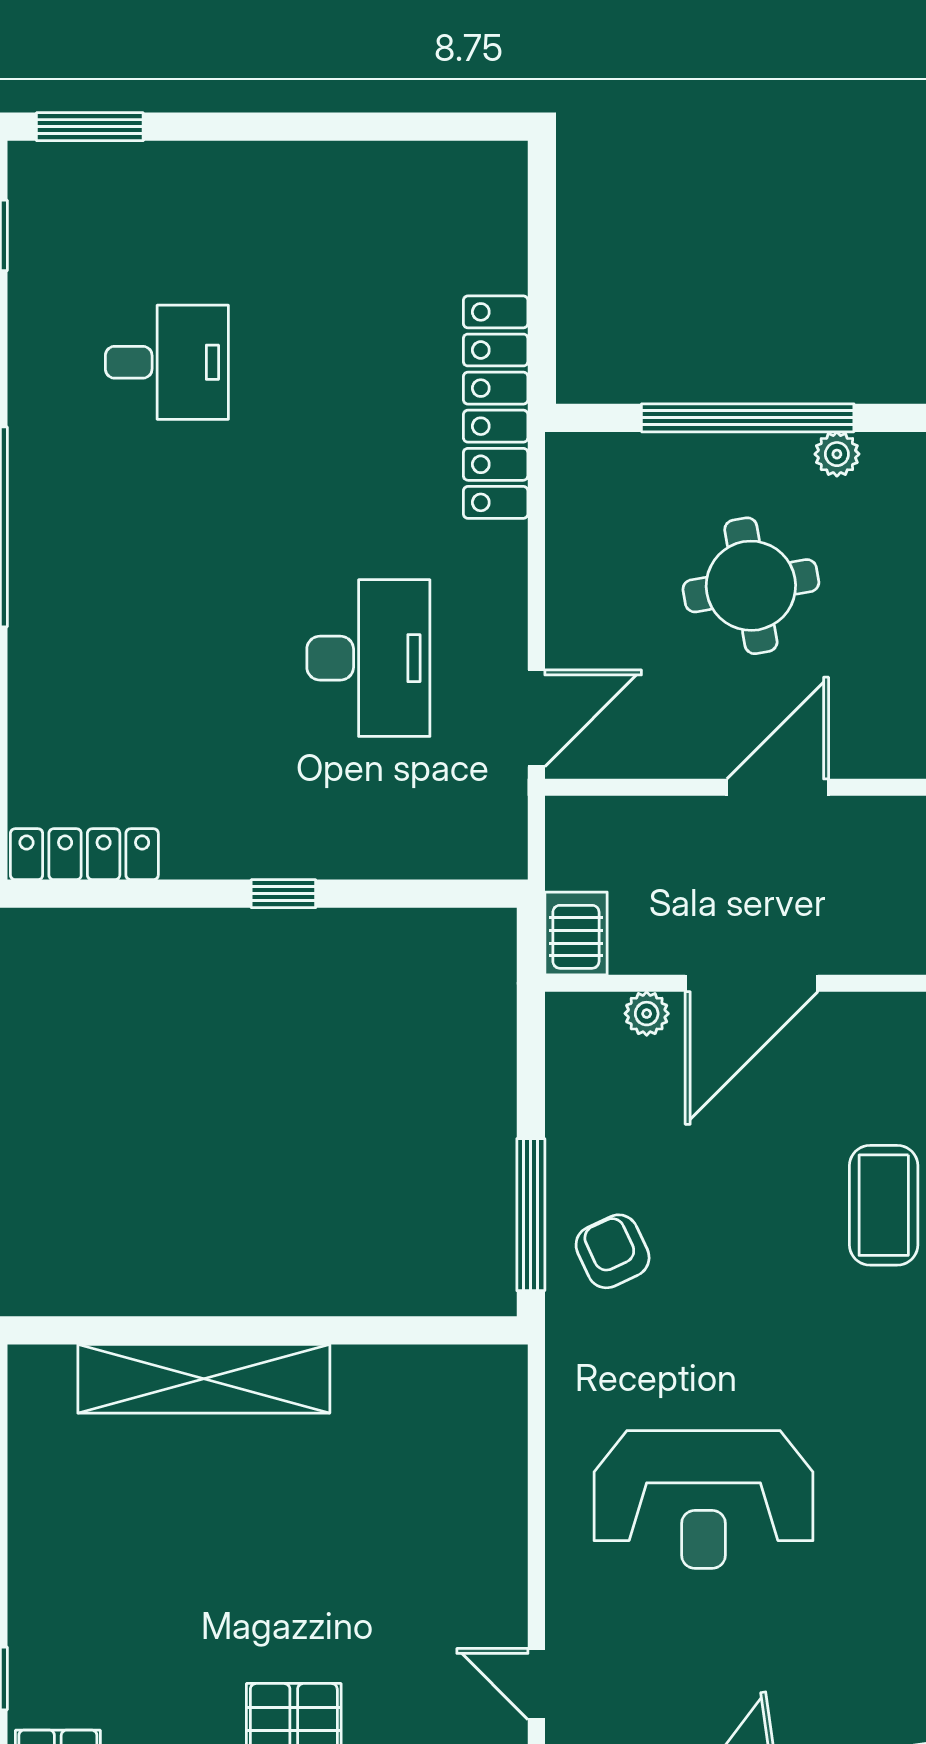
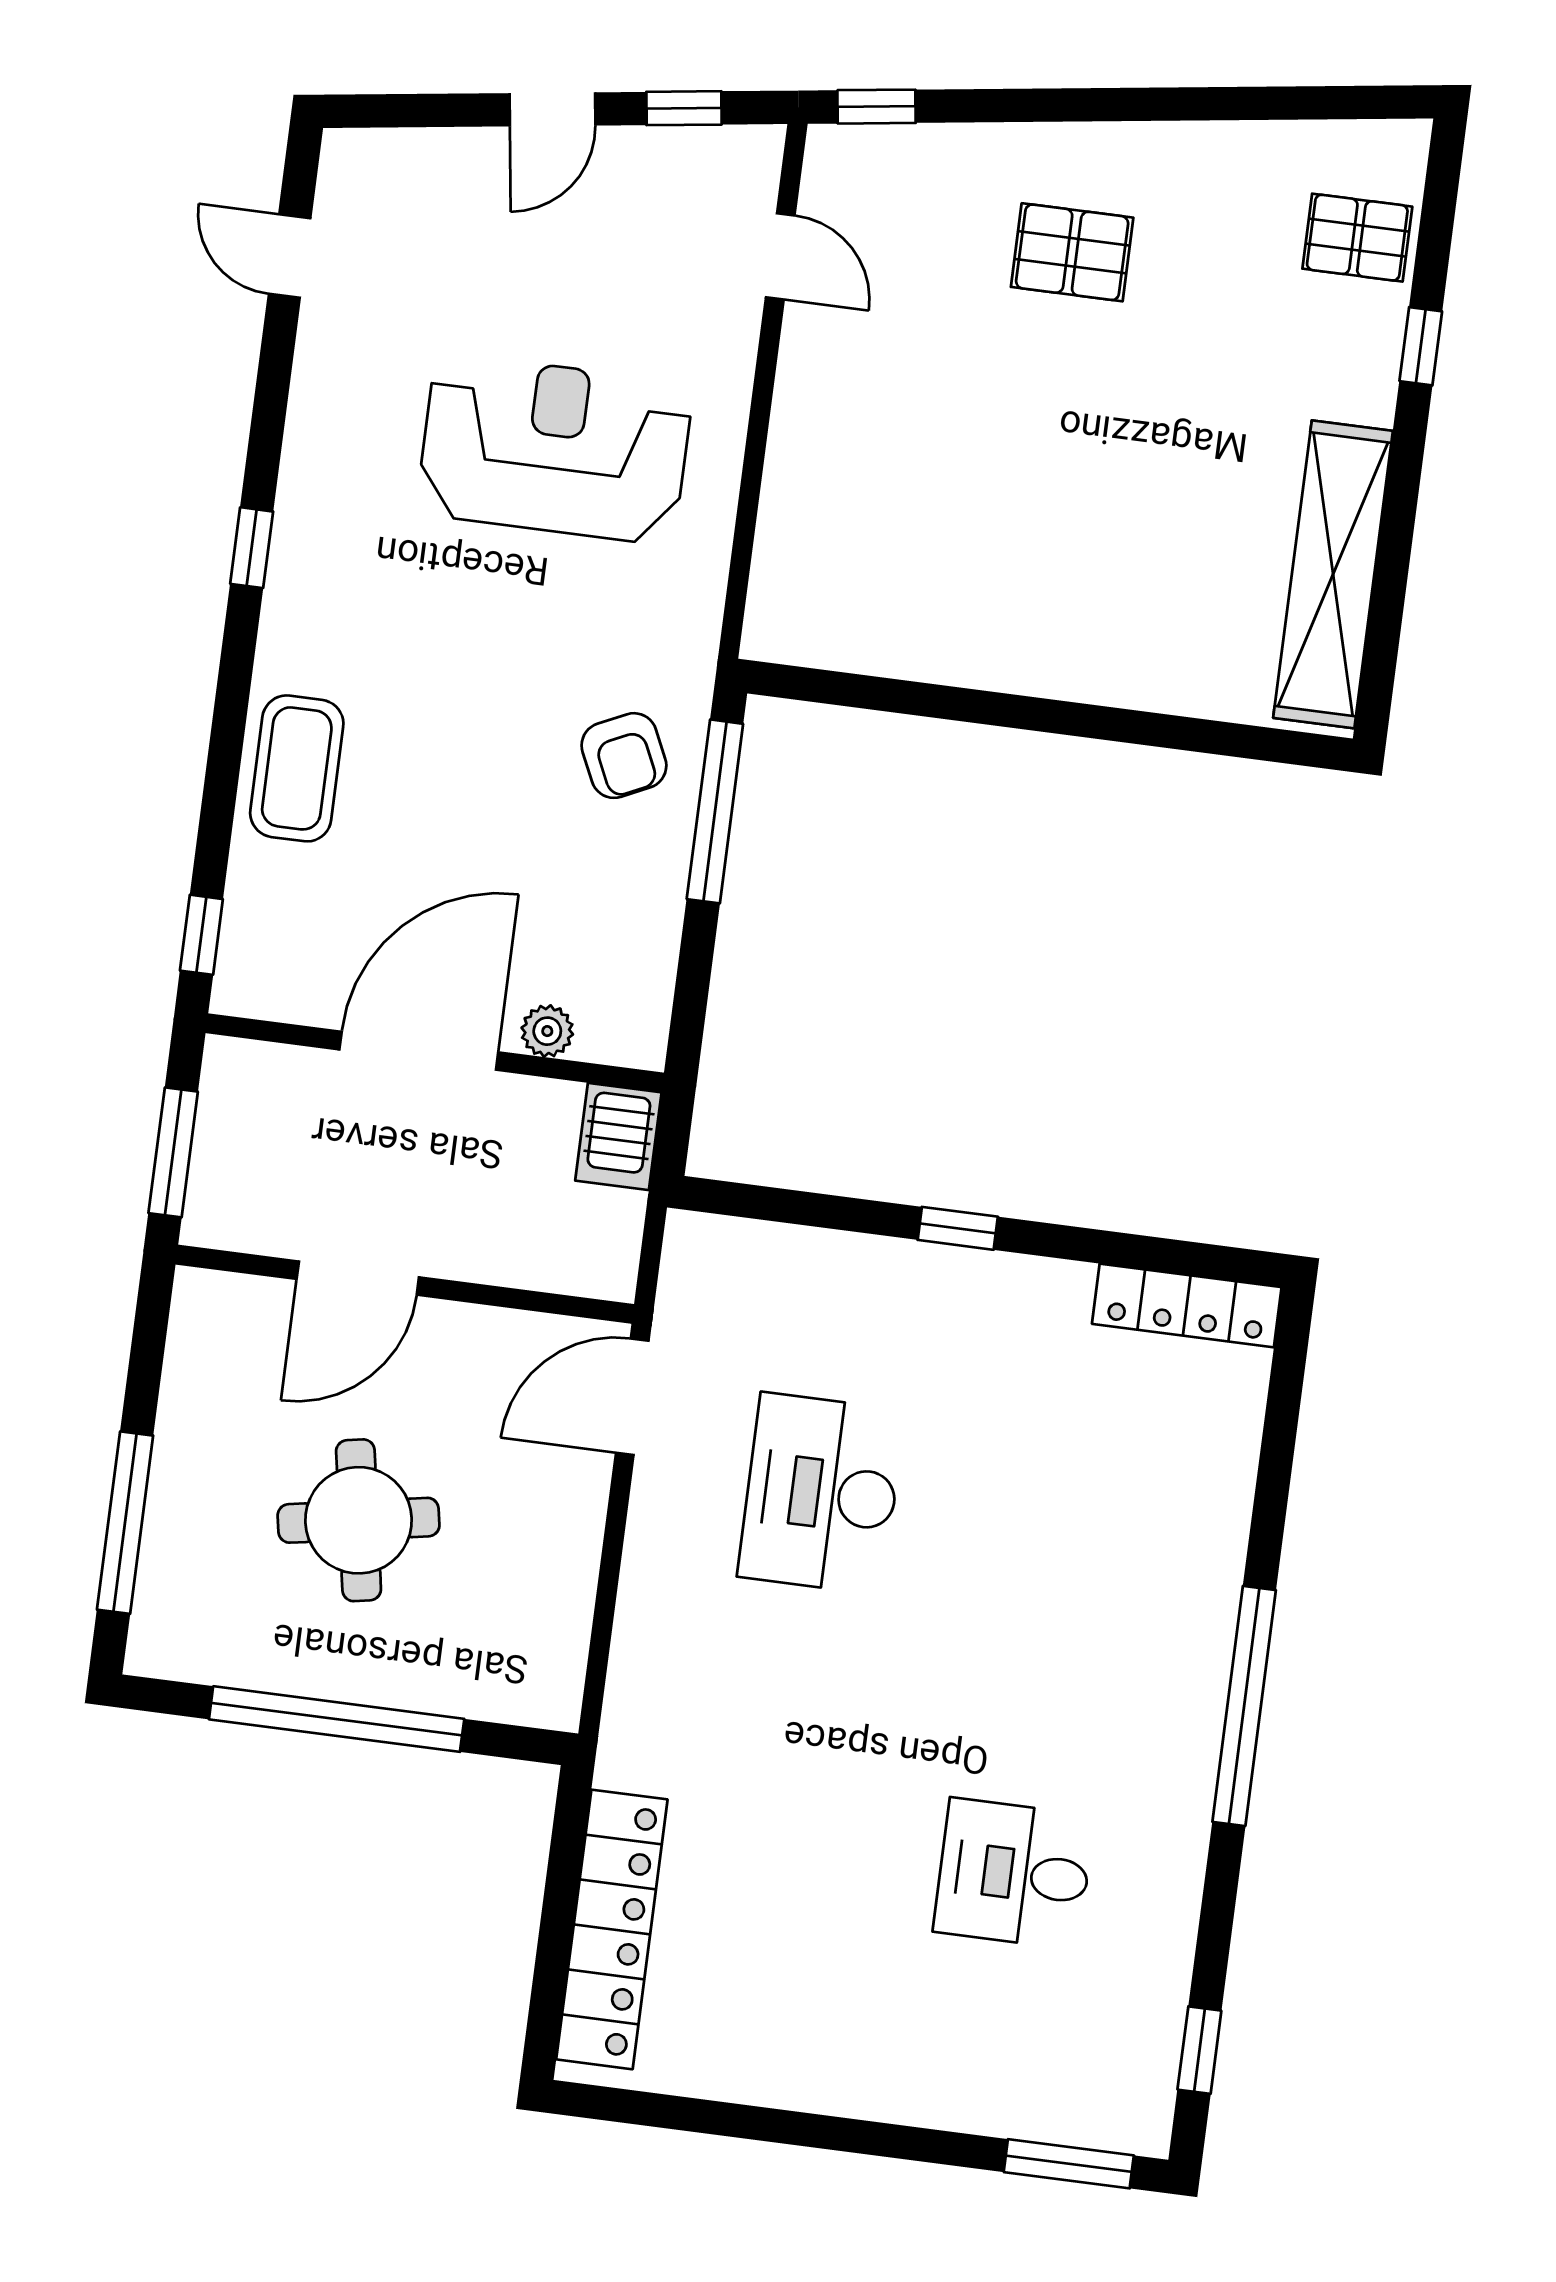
locker: (496, 407) -> (612, 1929), moved
plant: (837, 454) -> (237, 1663), removed
shelving: (204, 1379) -> (1333, 574), moved, turned 90

